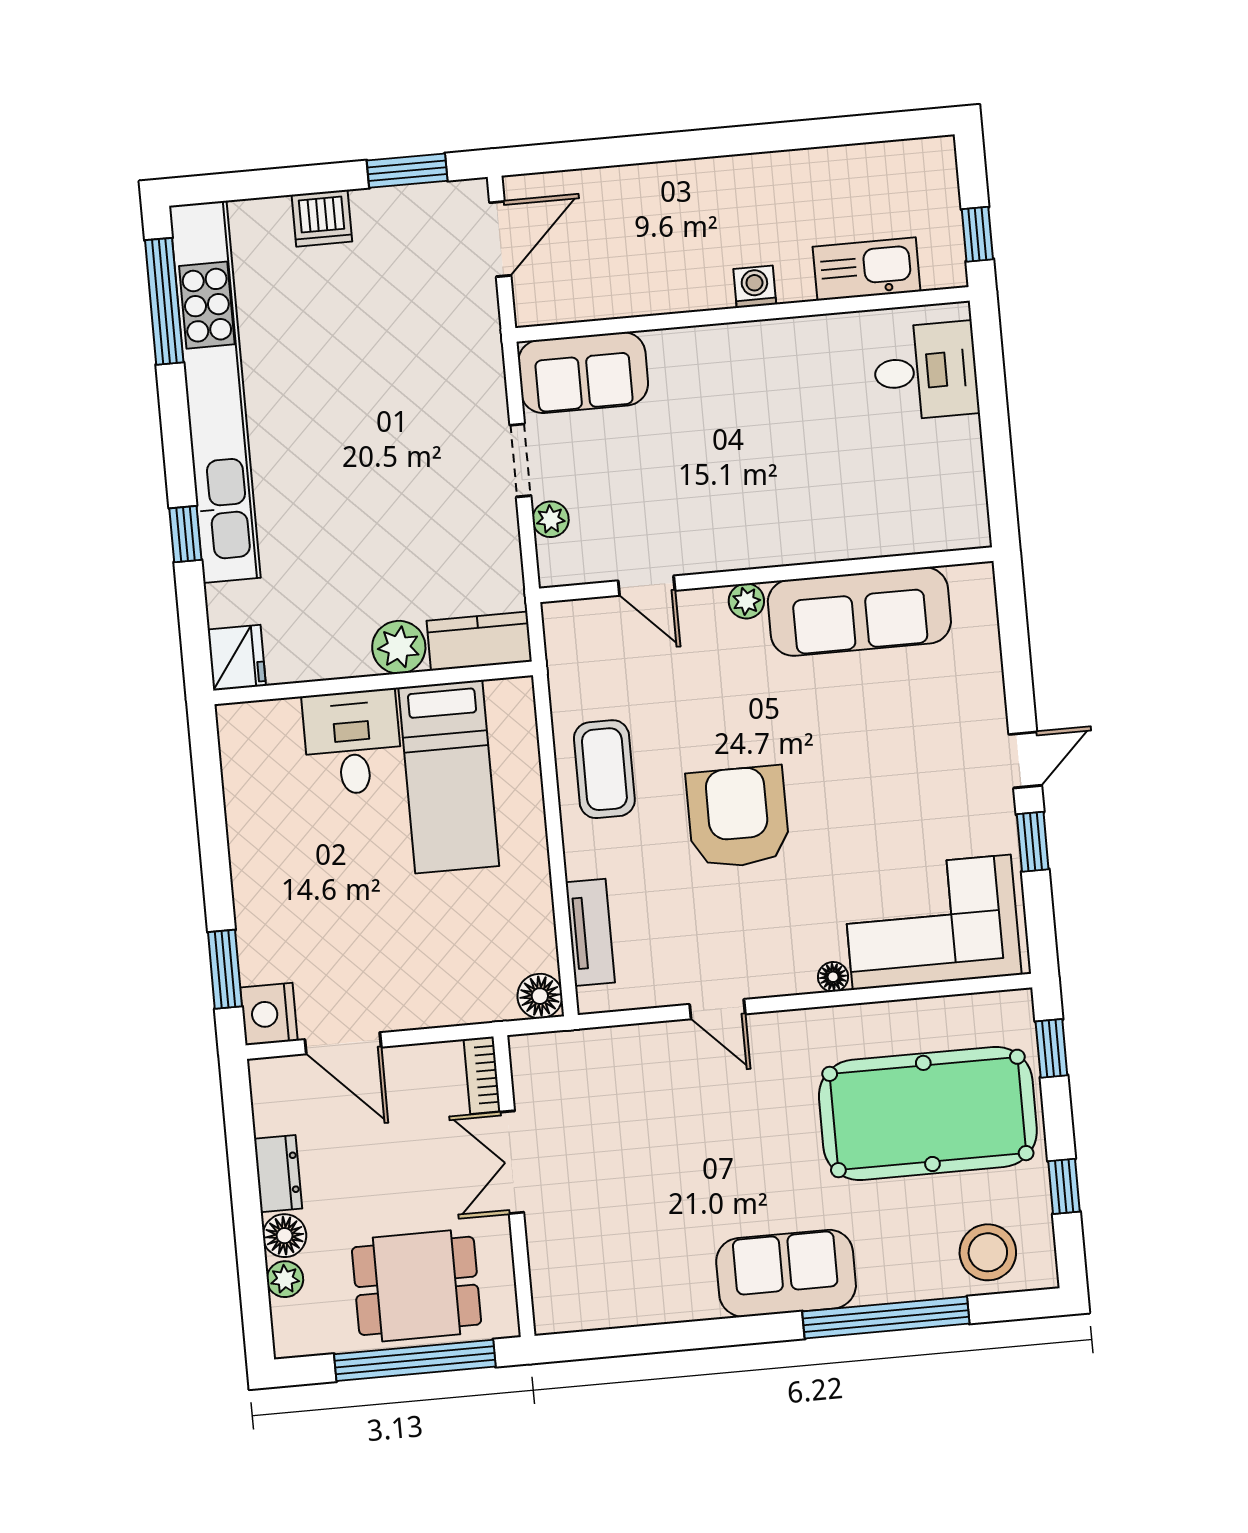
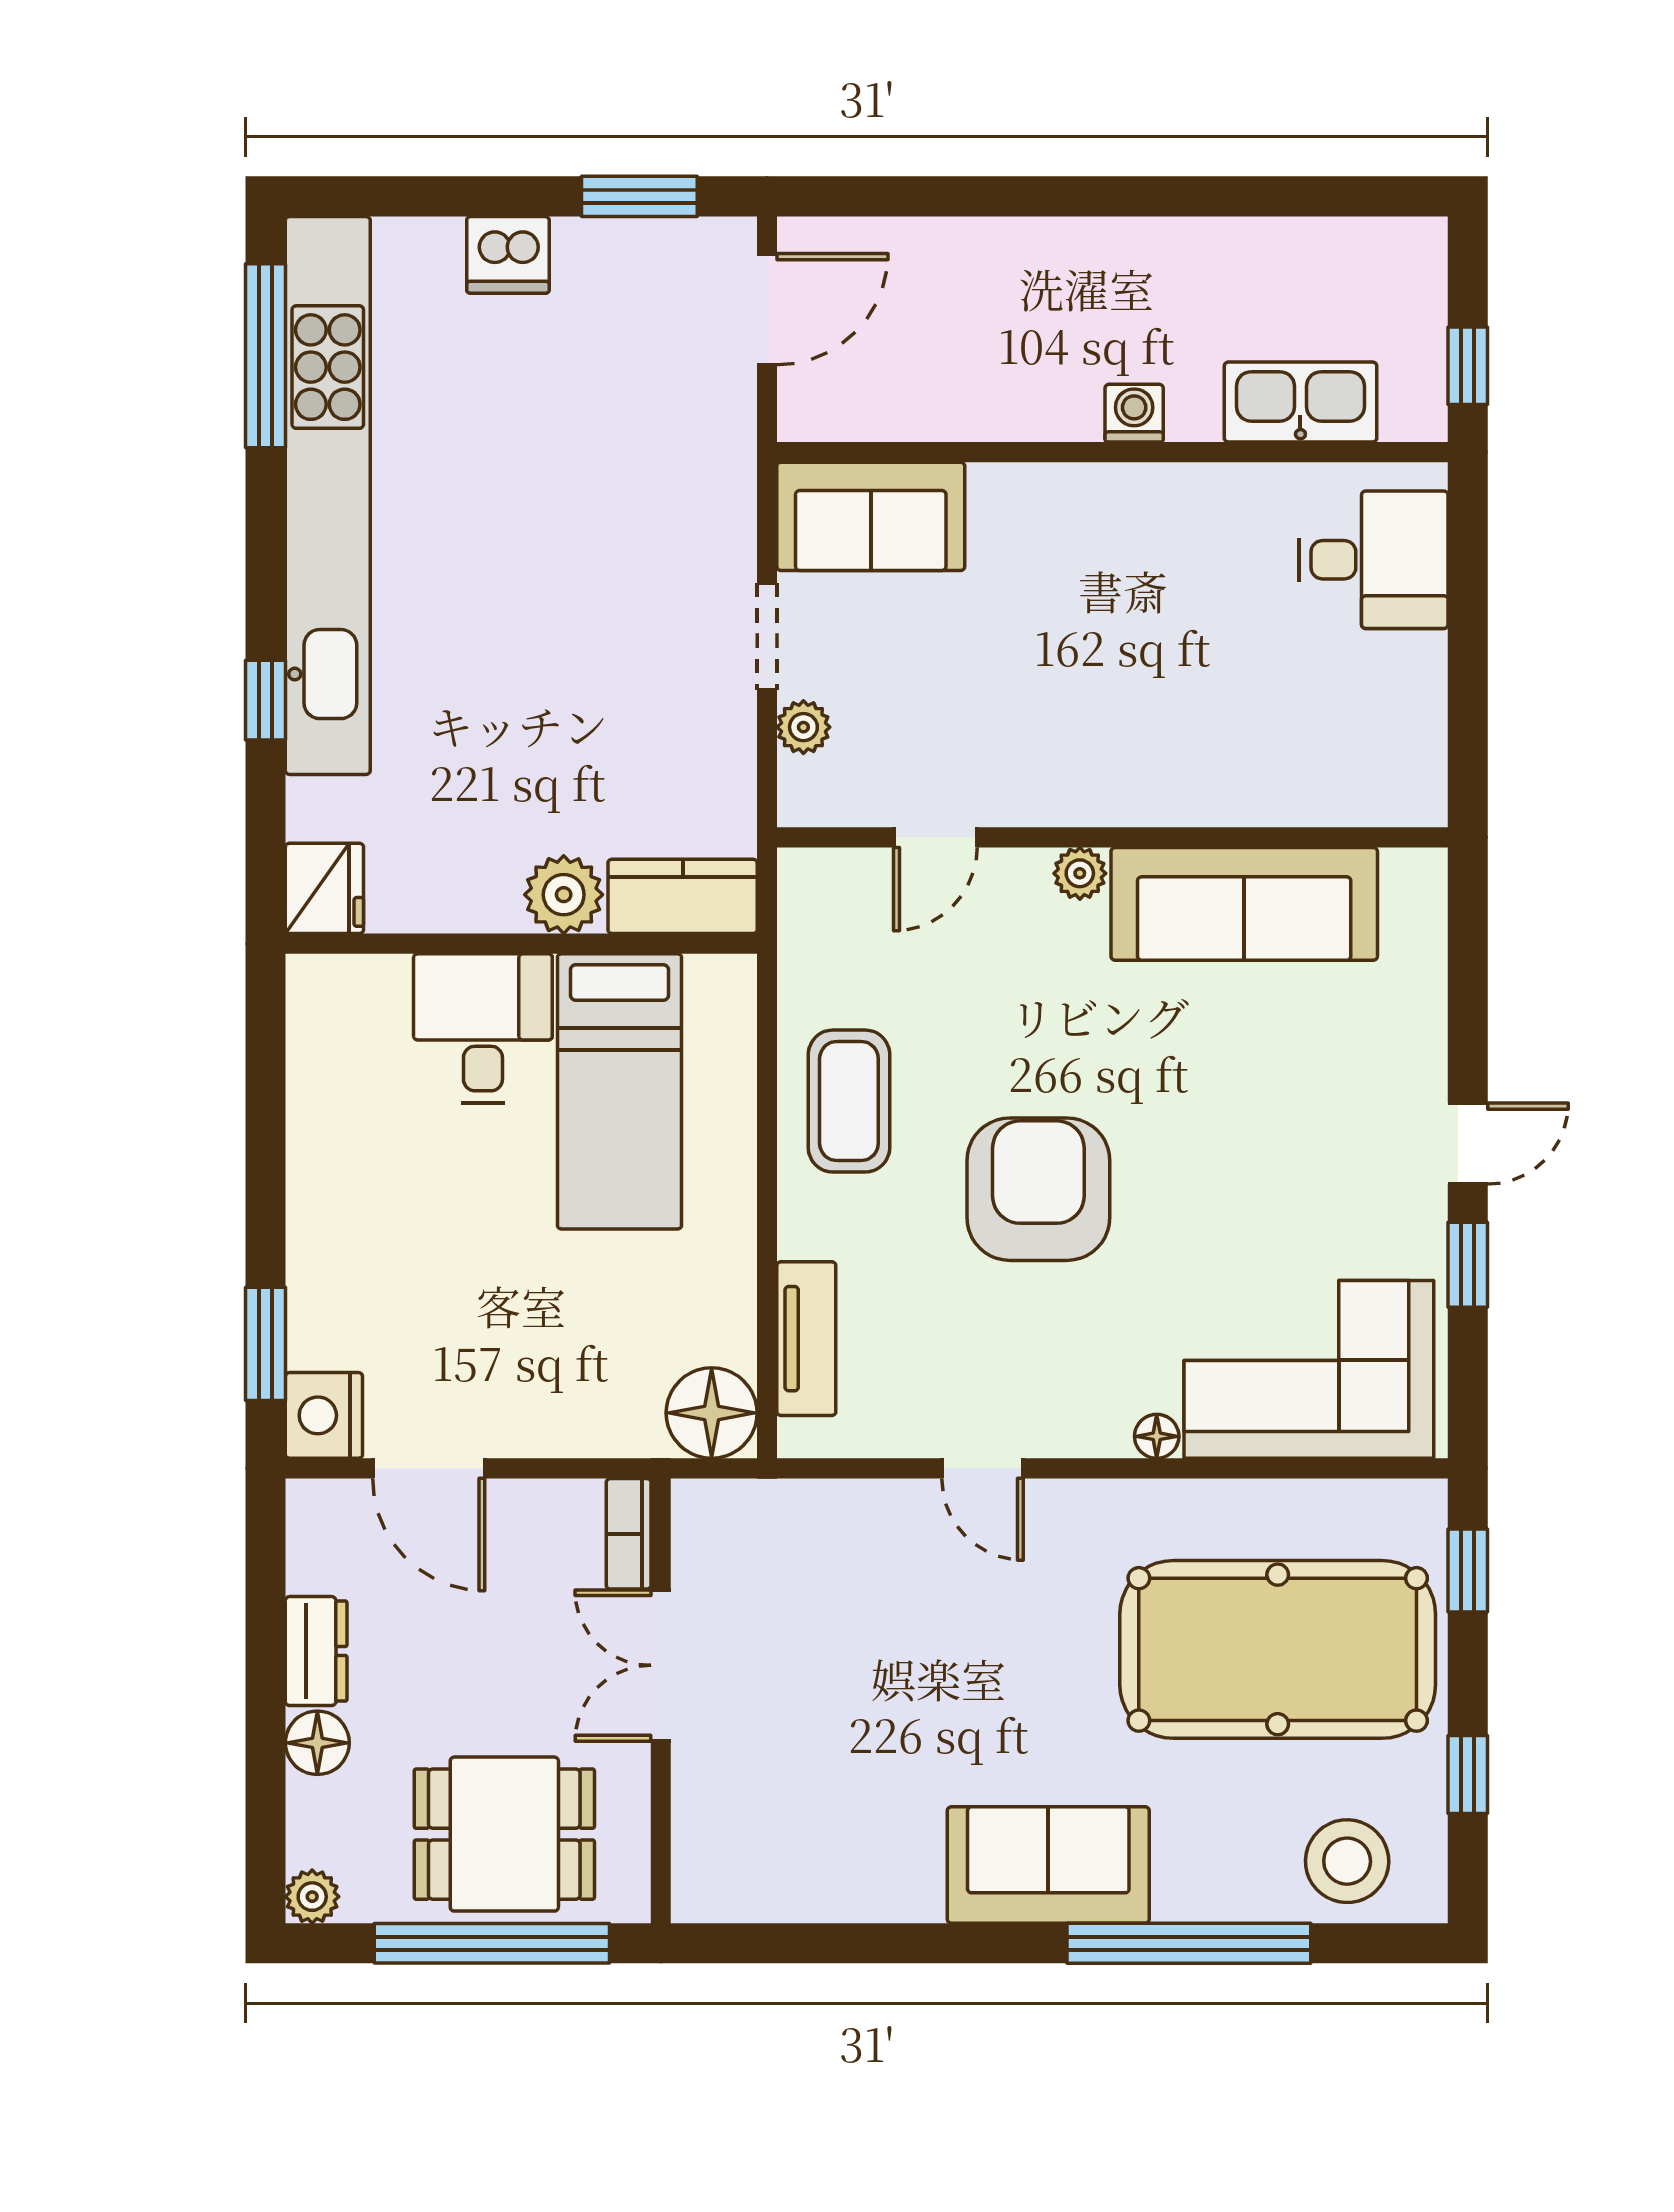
door: (647, 586) -> (935, 837), hinge flipped
floor lamp: (540, 996) -> (712, 1413), width x1.38, depth x1.38
plant: (285, 1279) -> (312, 1897), moved

